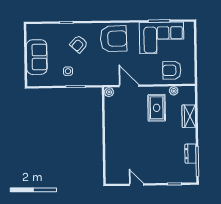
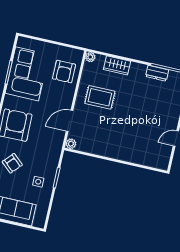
plant: (174, 91) -> (90, 57), moved

